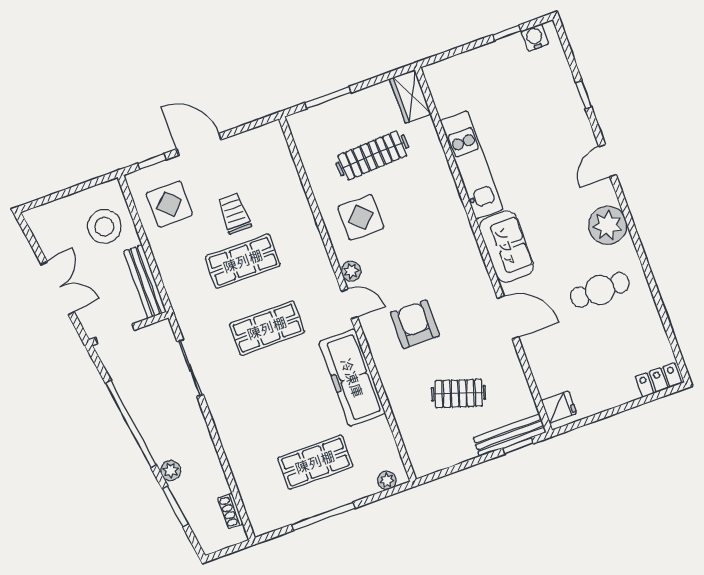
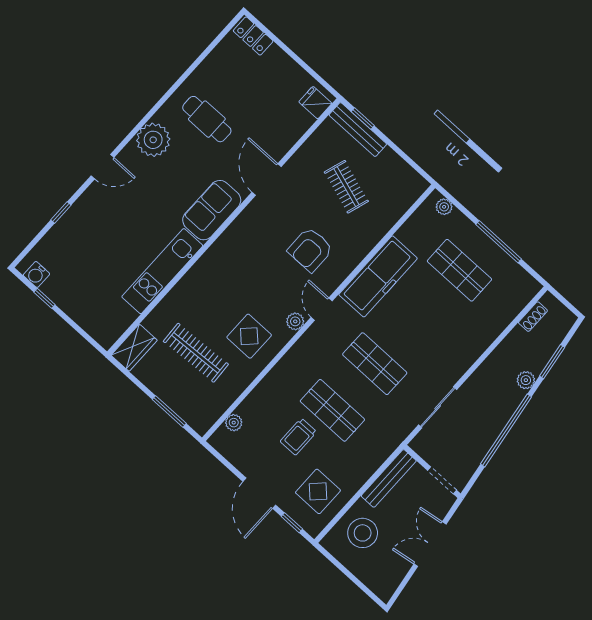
plant: (283, 156) -> (234, 423), added

